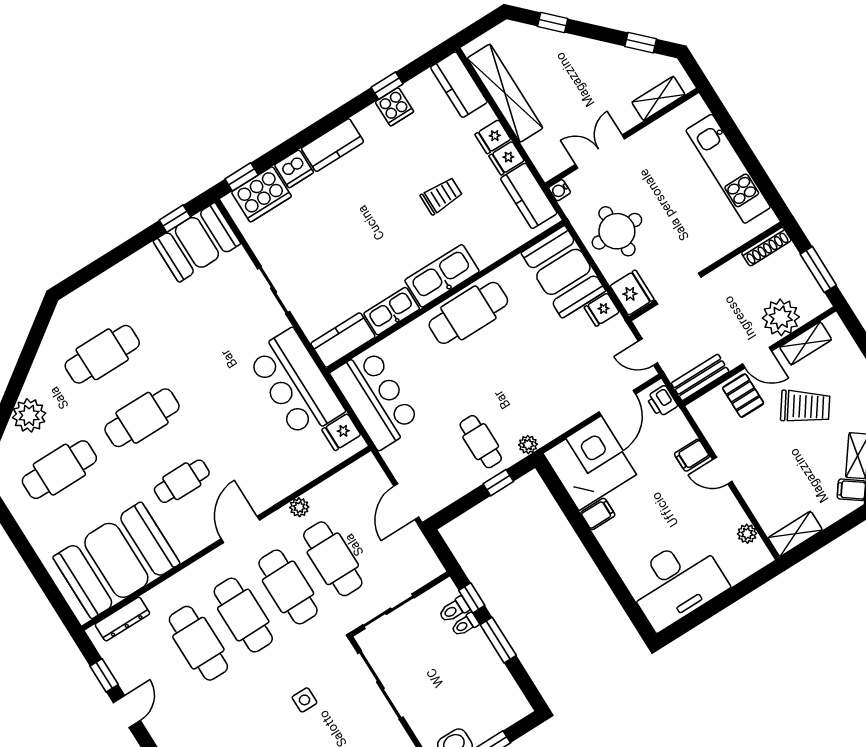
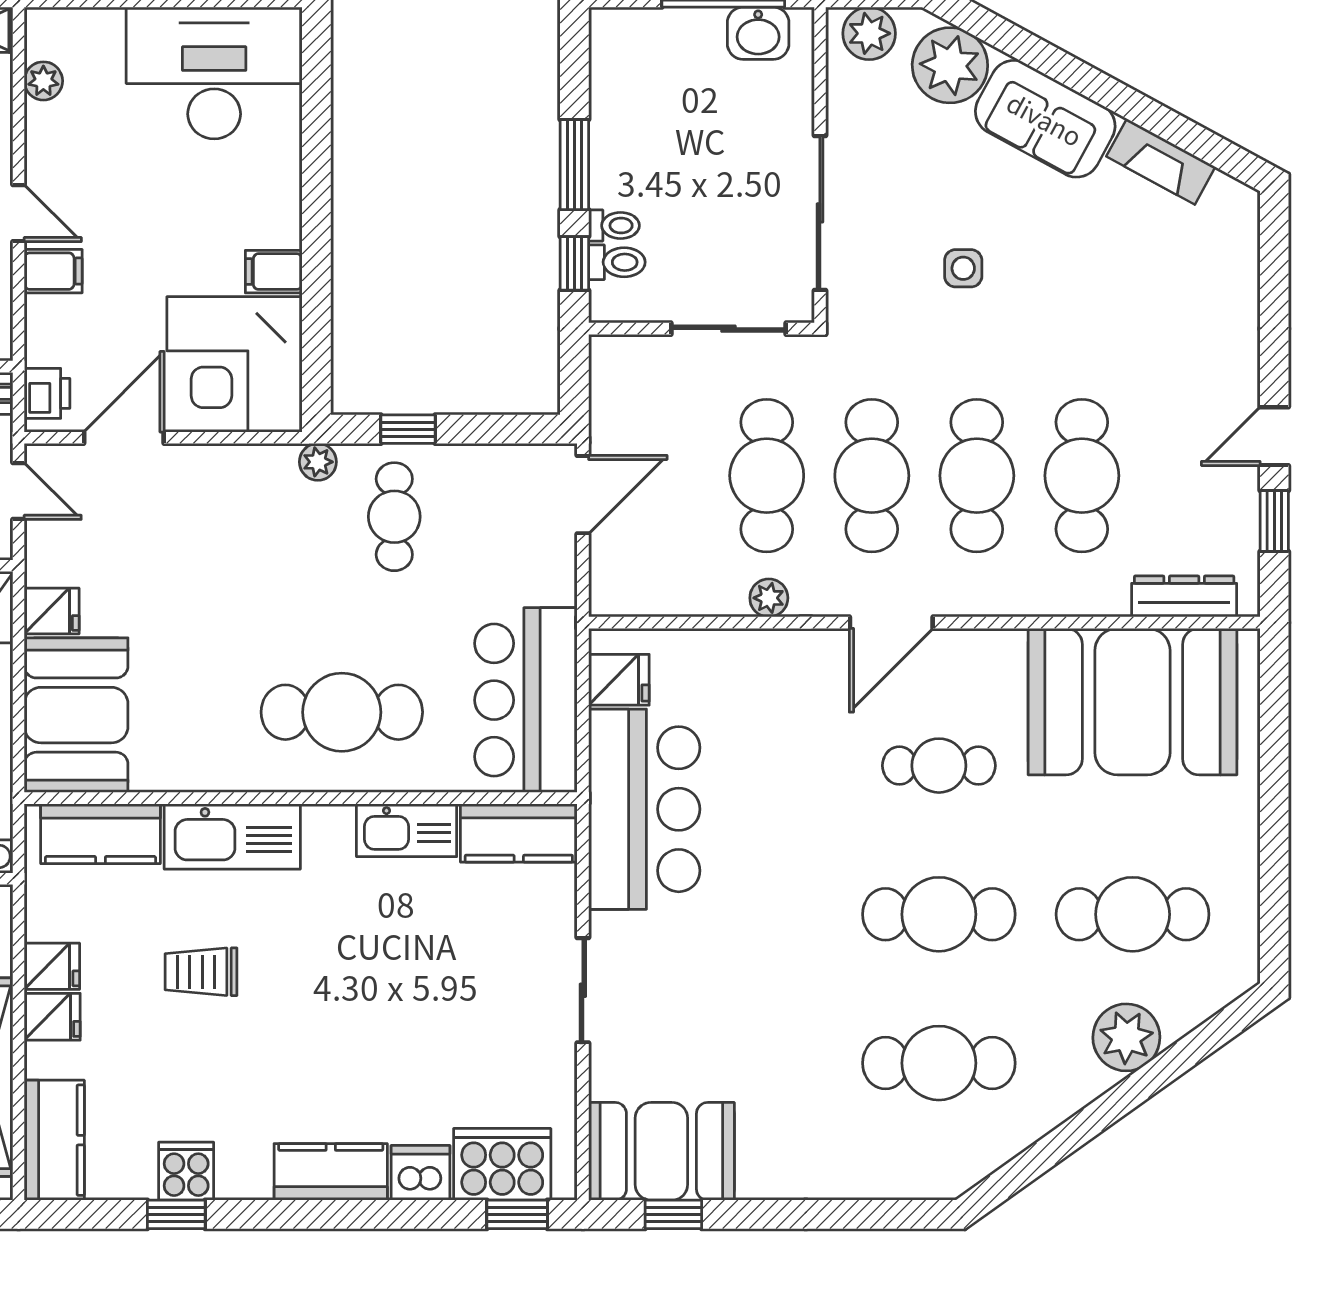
kitchen counter: (529, 196) -> (101, 834), moved, turned 90
kitchen sink: (442, 276) -> (232, 836), moved
cafe table: (468, 313) -> (342, 712), moved

